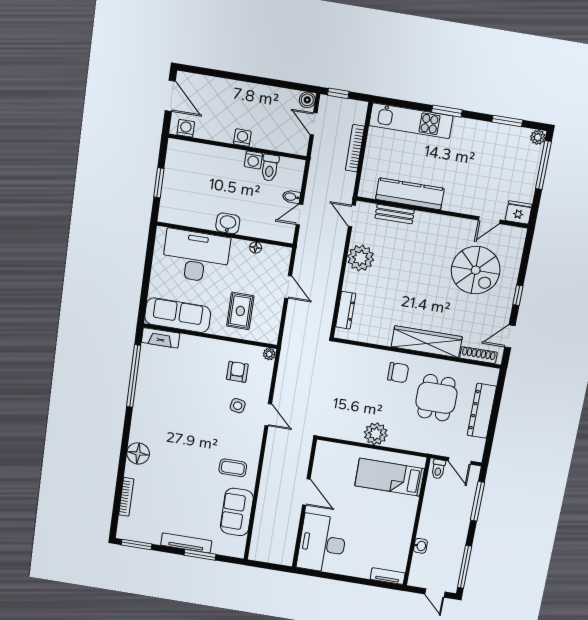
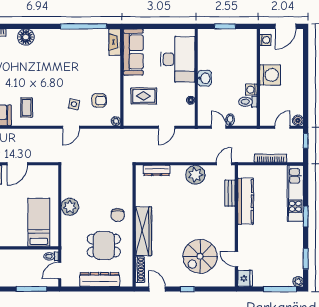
washing machine: (242, 138) -> (270, 75), width x1.89, depth x1.89

